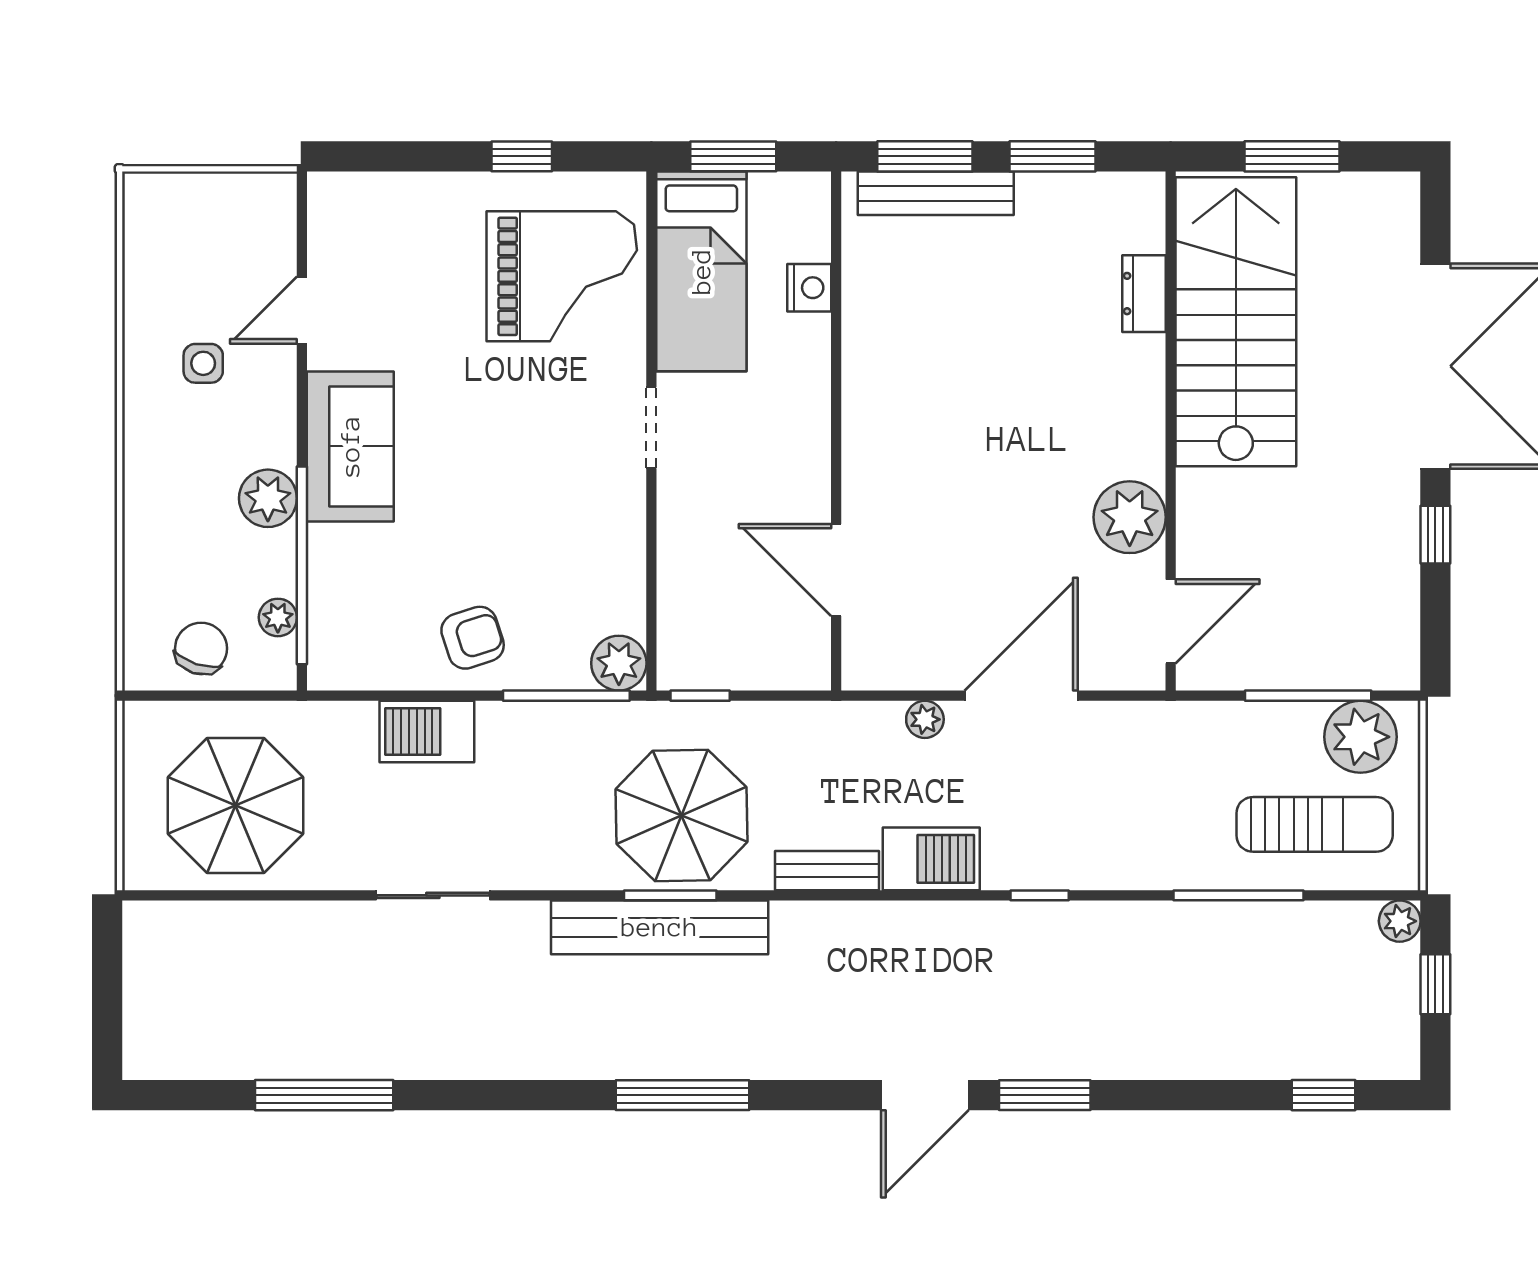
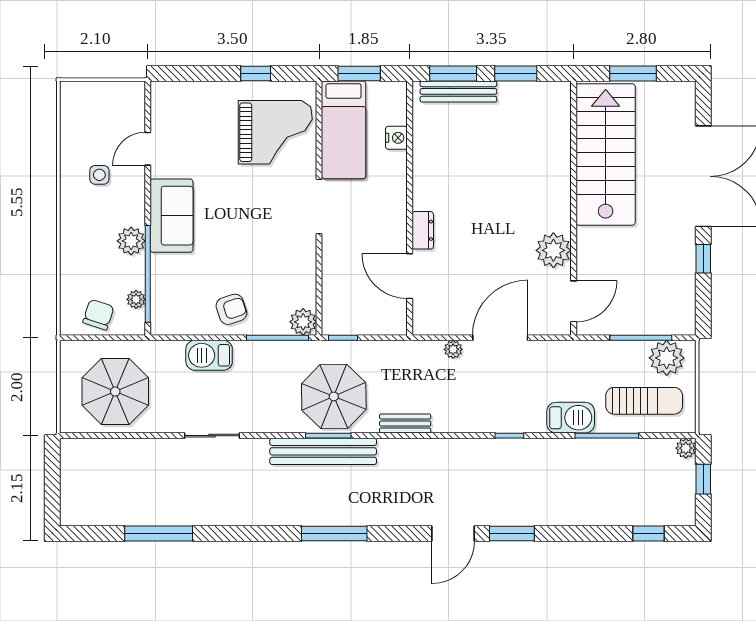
dresser: (1144, 294) -> (423, 230), moved, turned 180
doorway: (651, 428) -> (319, 206), width x1.38
barbecue: (931, 859) -> (571, 418), moved

